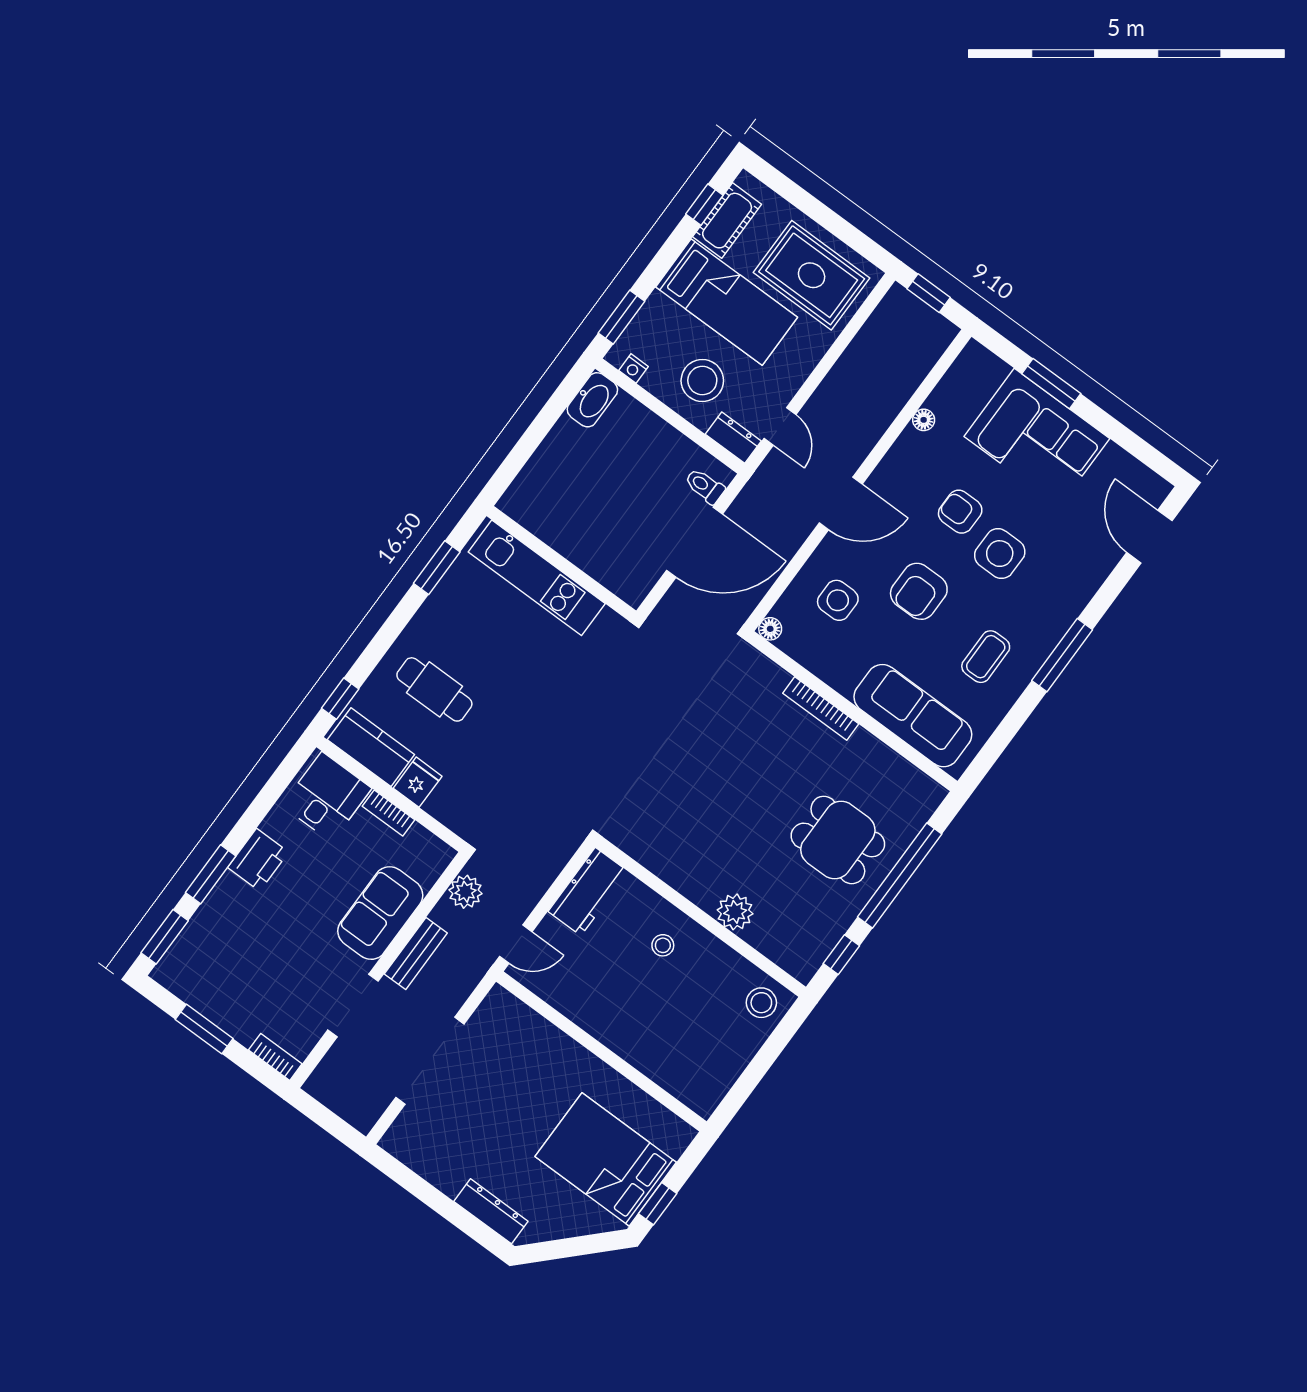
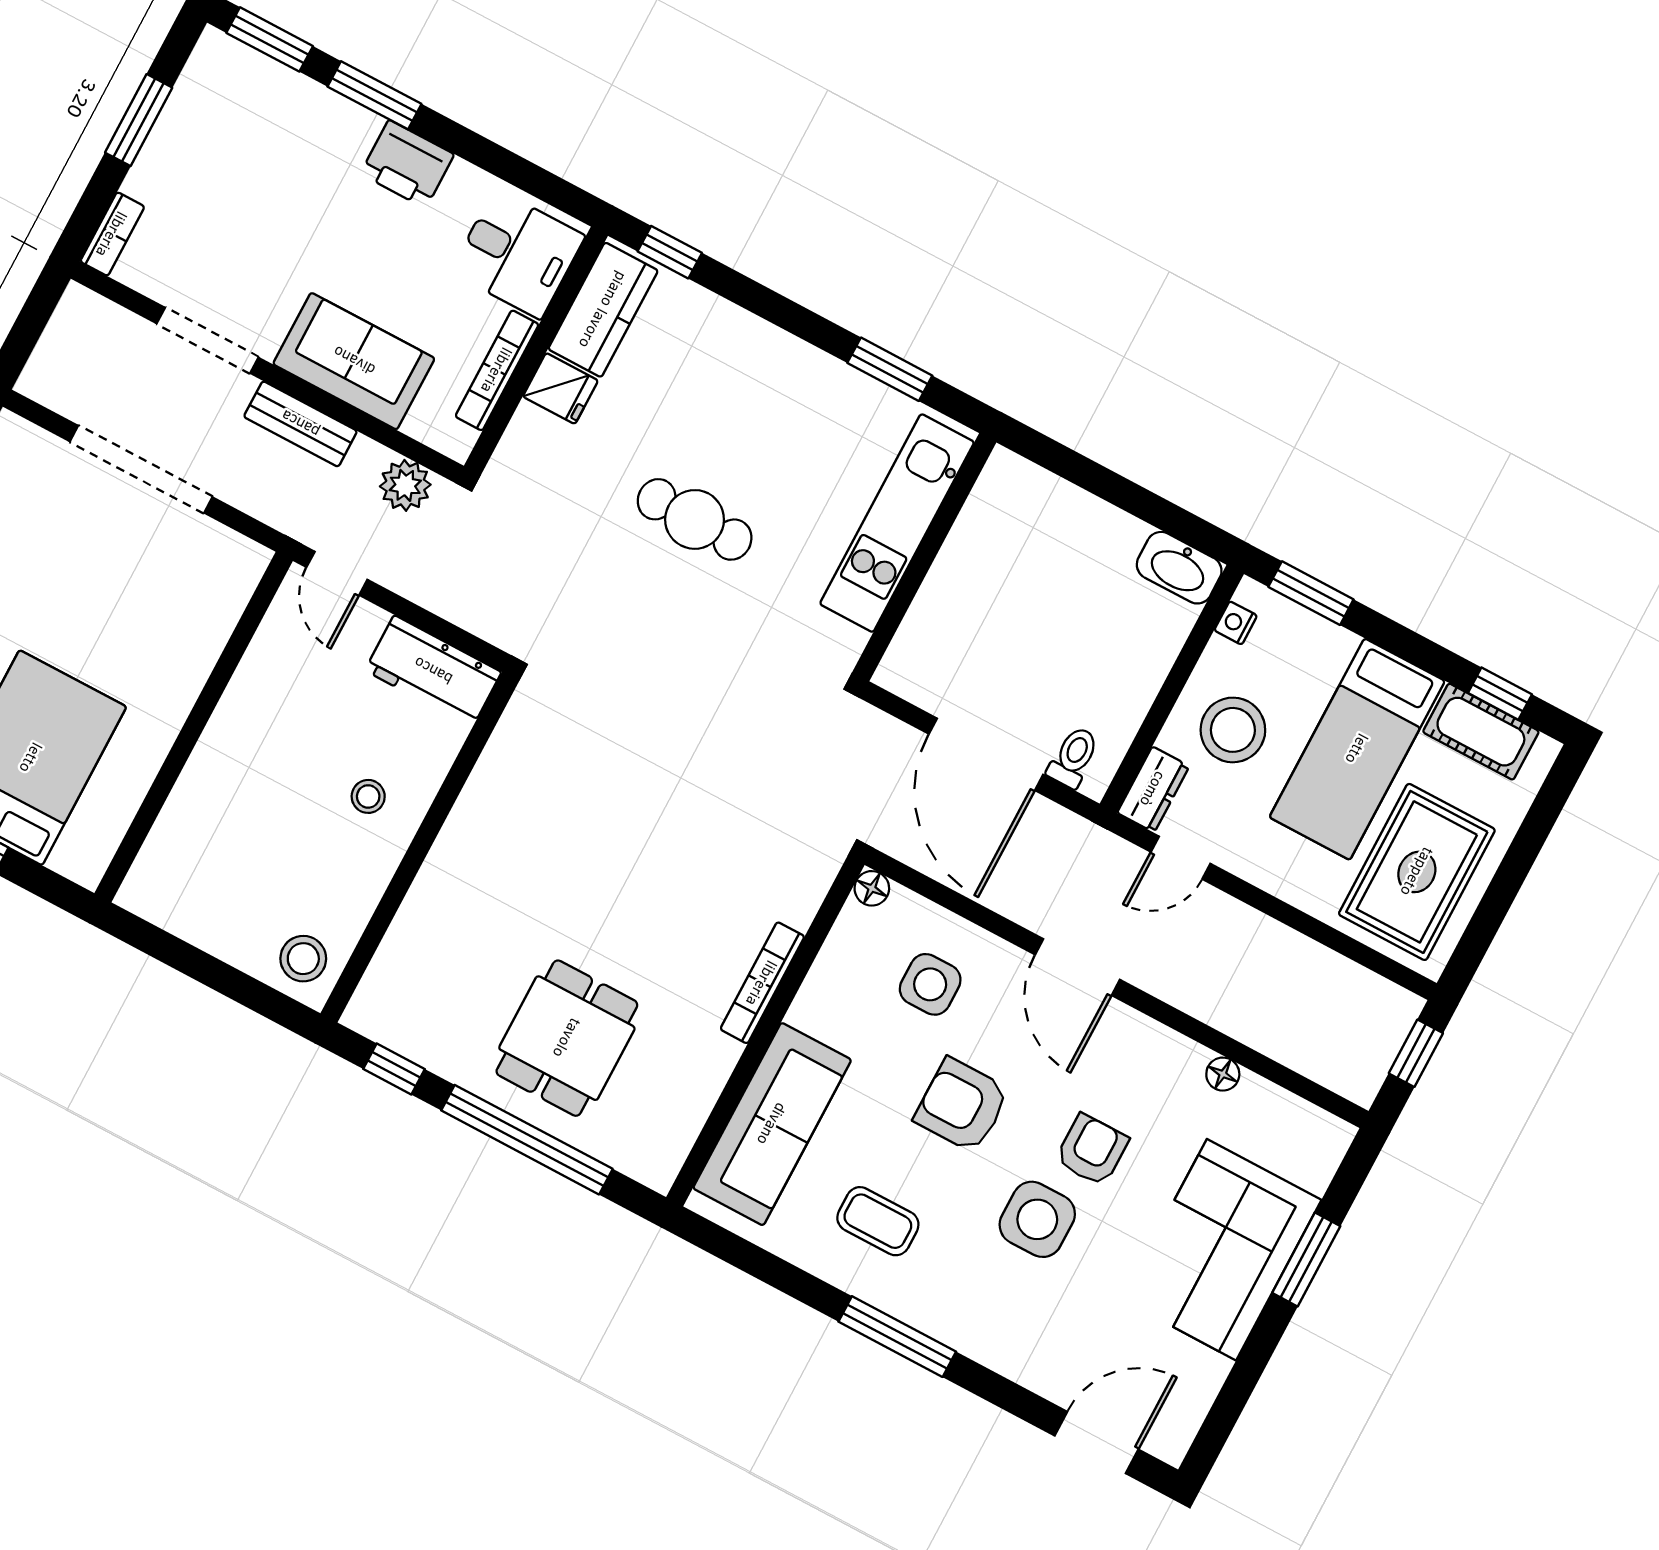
cafe table: (434, 689) -> (695, 519), moved, turned 90
bookcase: (388, 813) -> (497, 370), width x1.56
plant: (735, 912) -> (435, 899), removed

